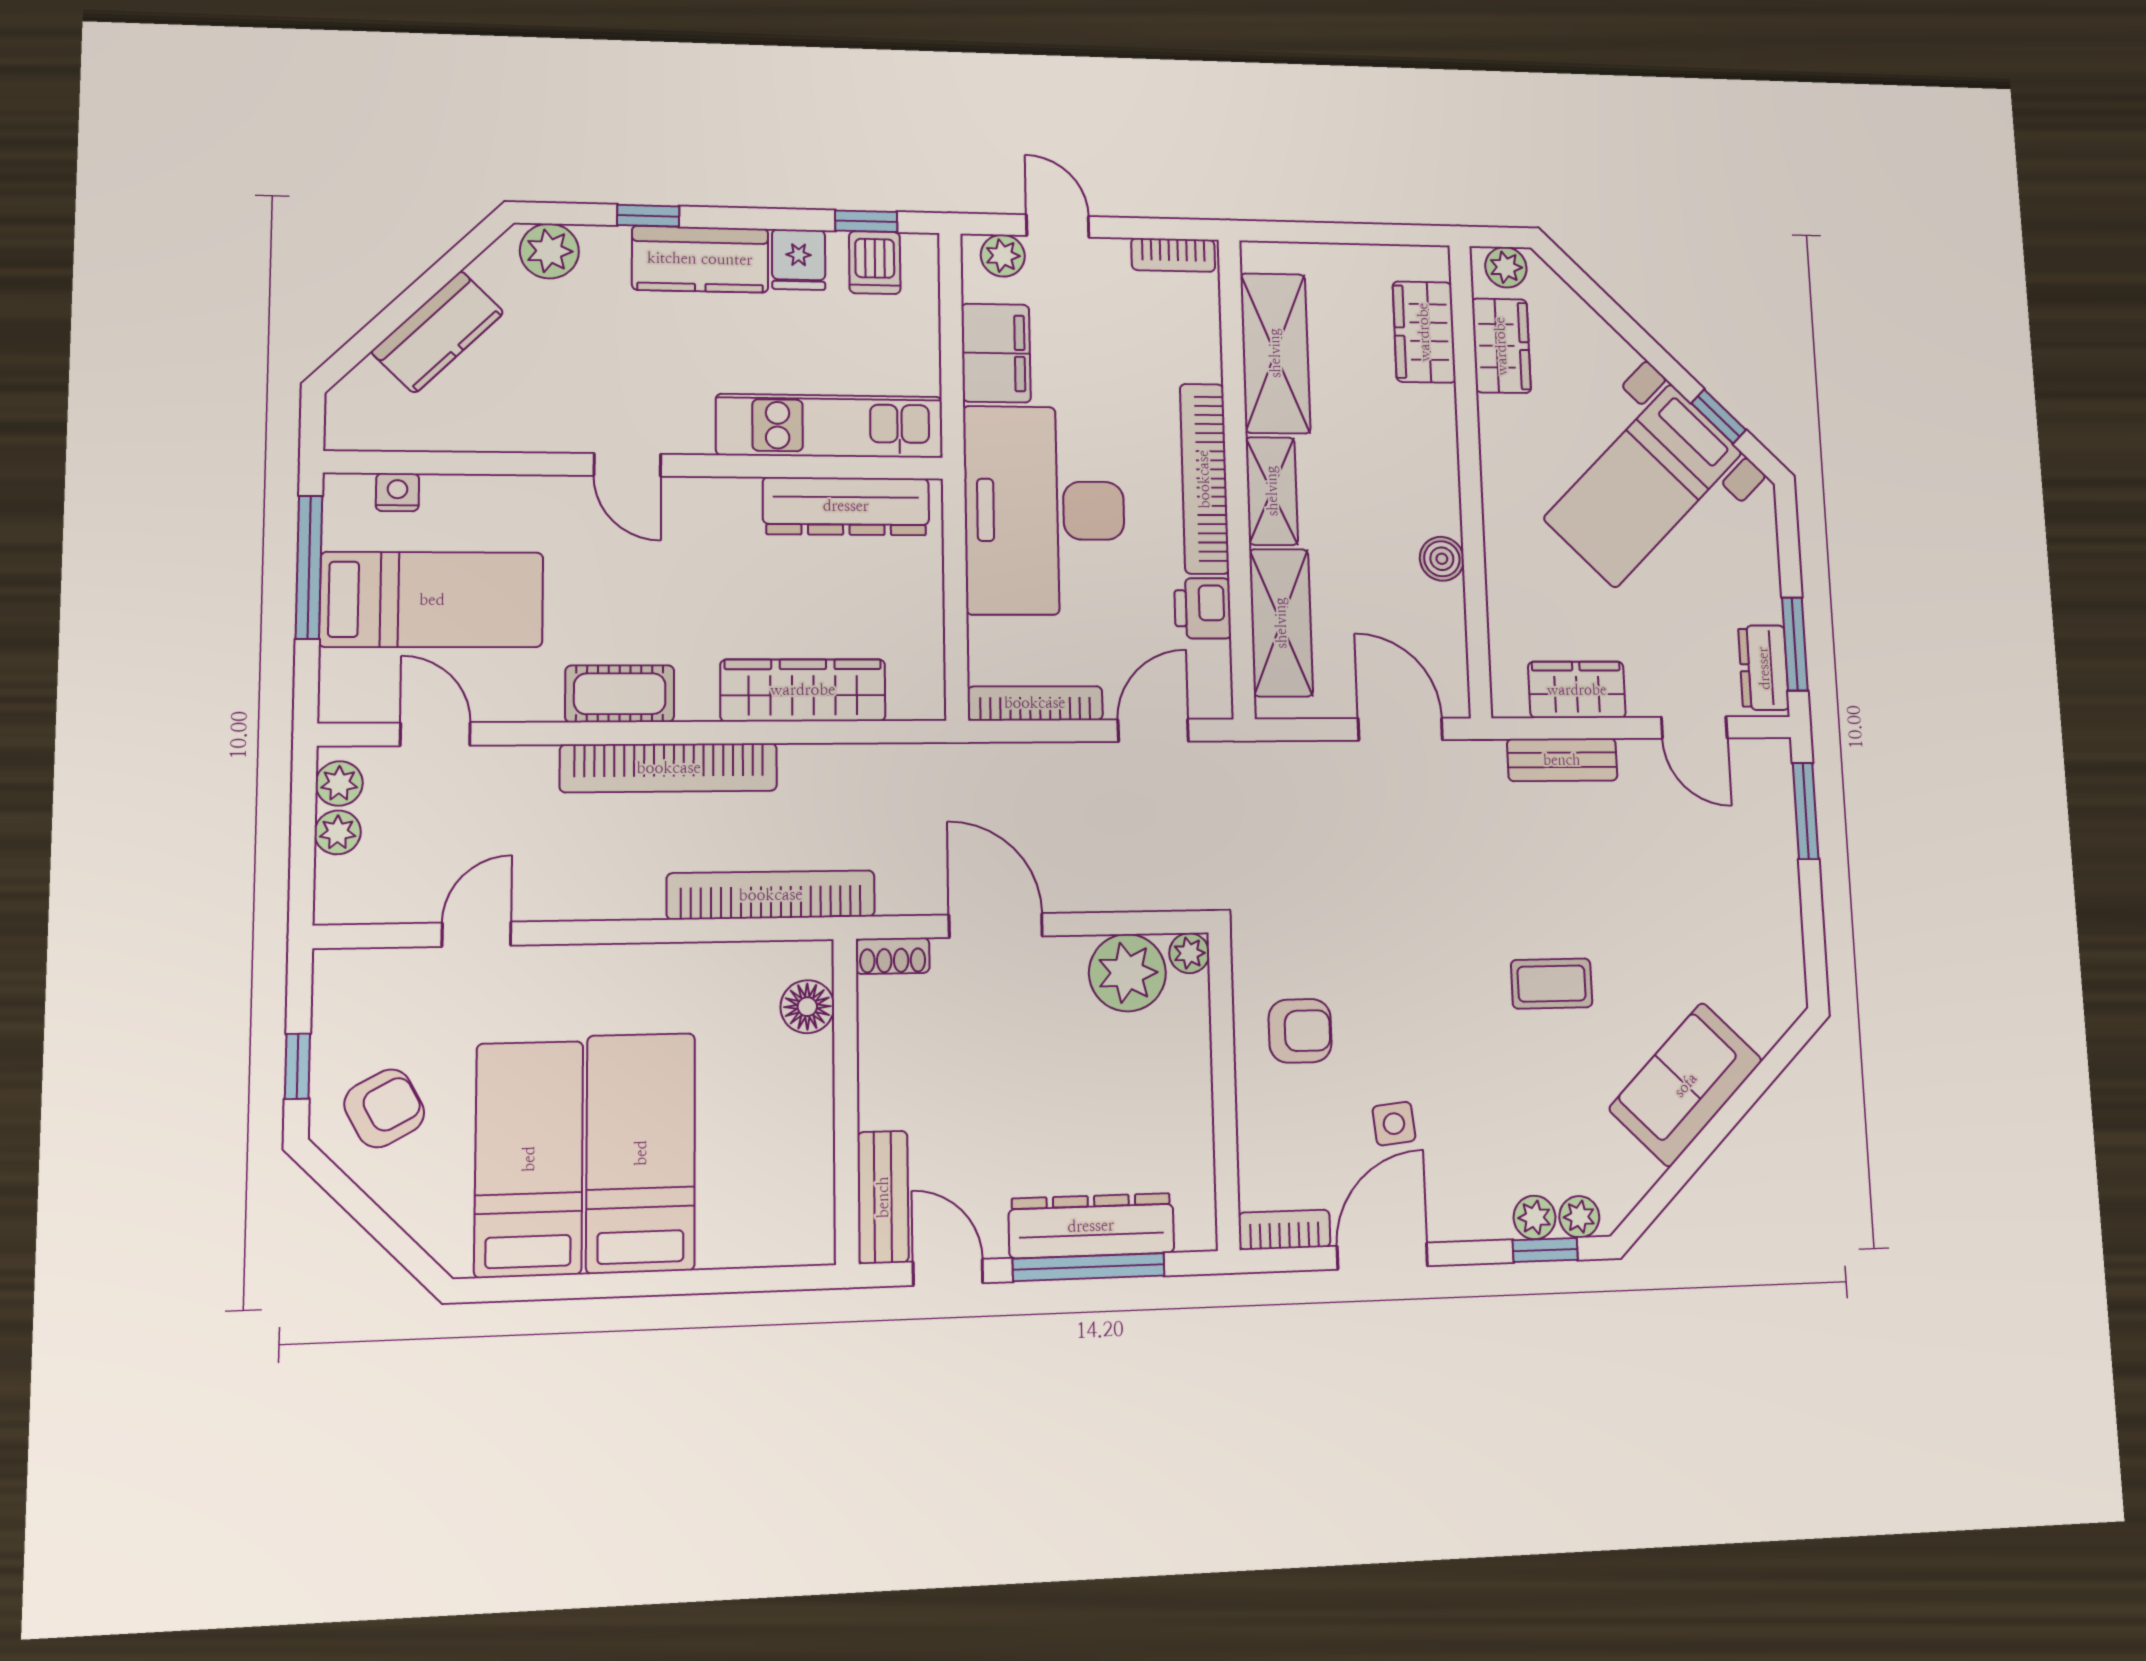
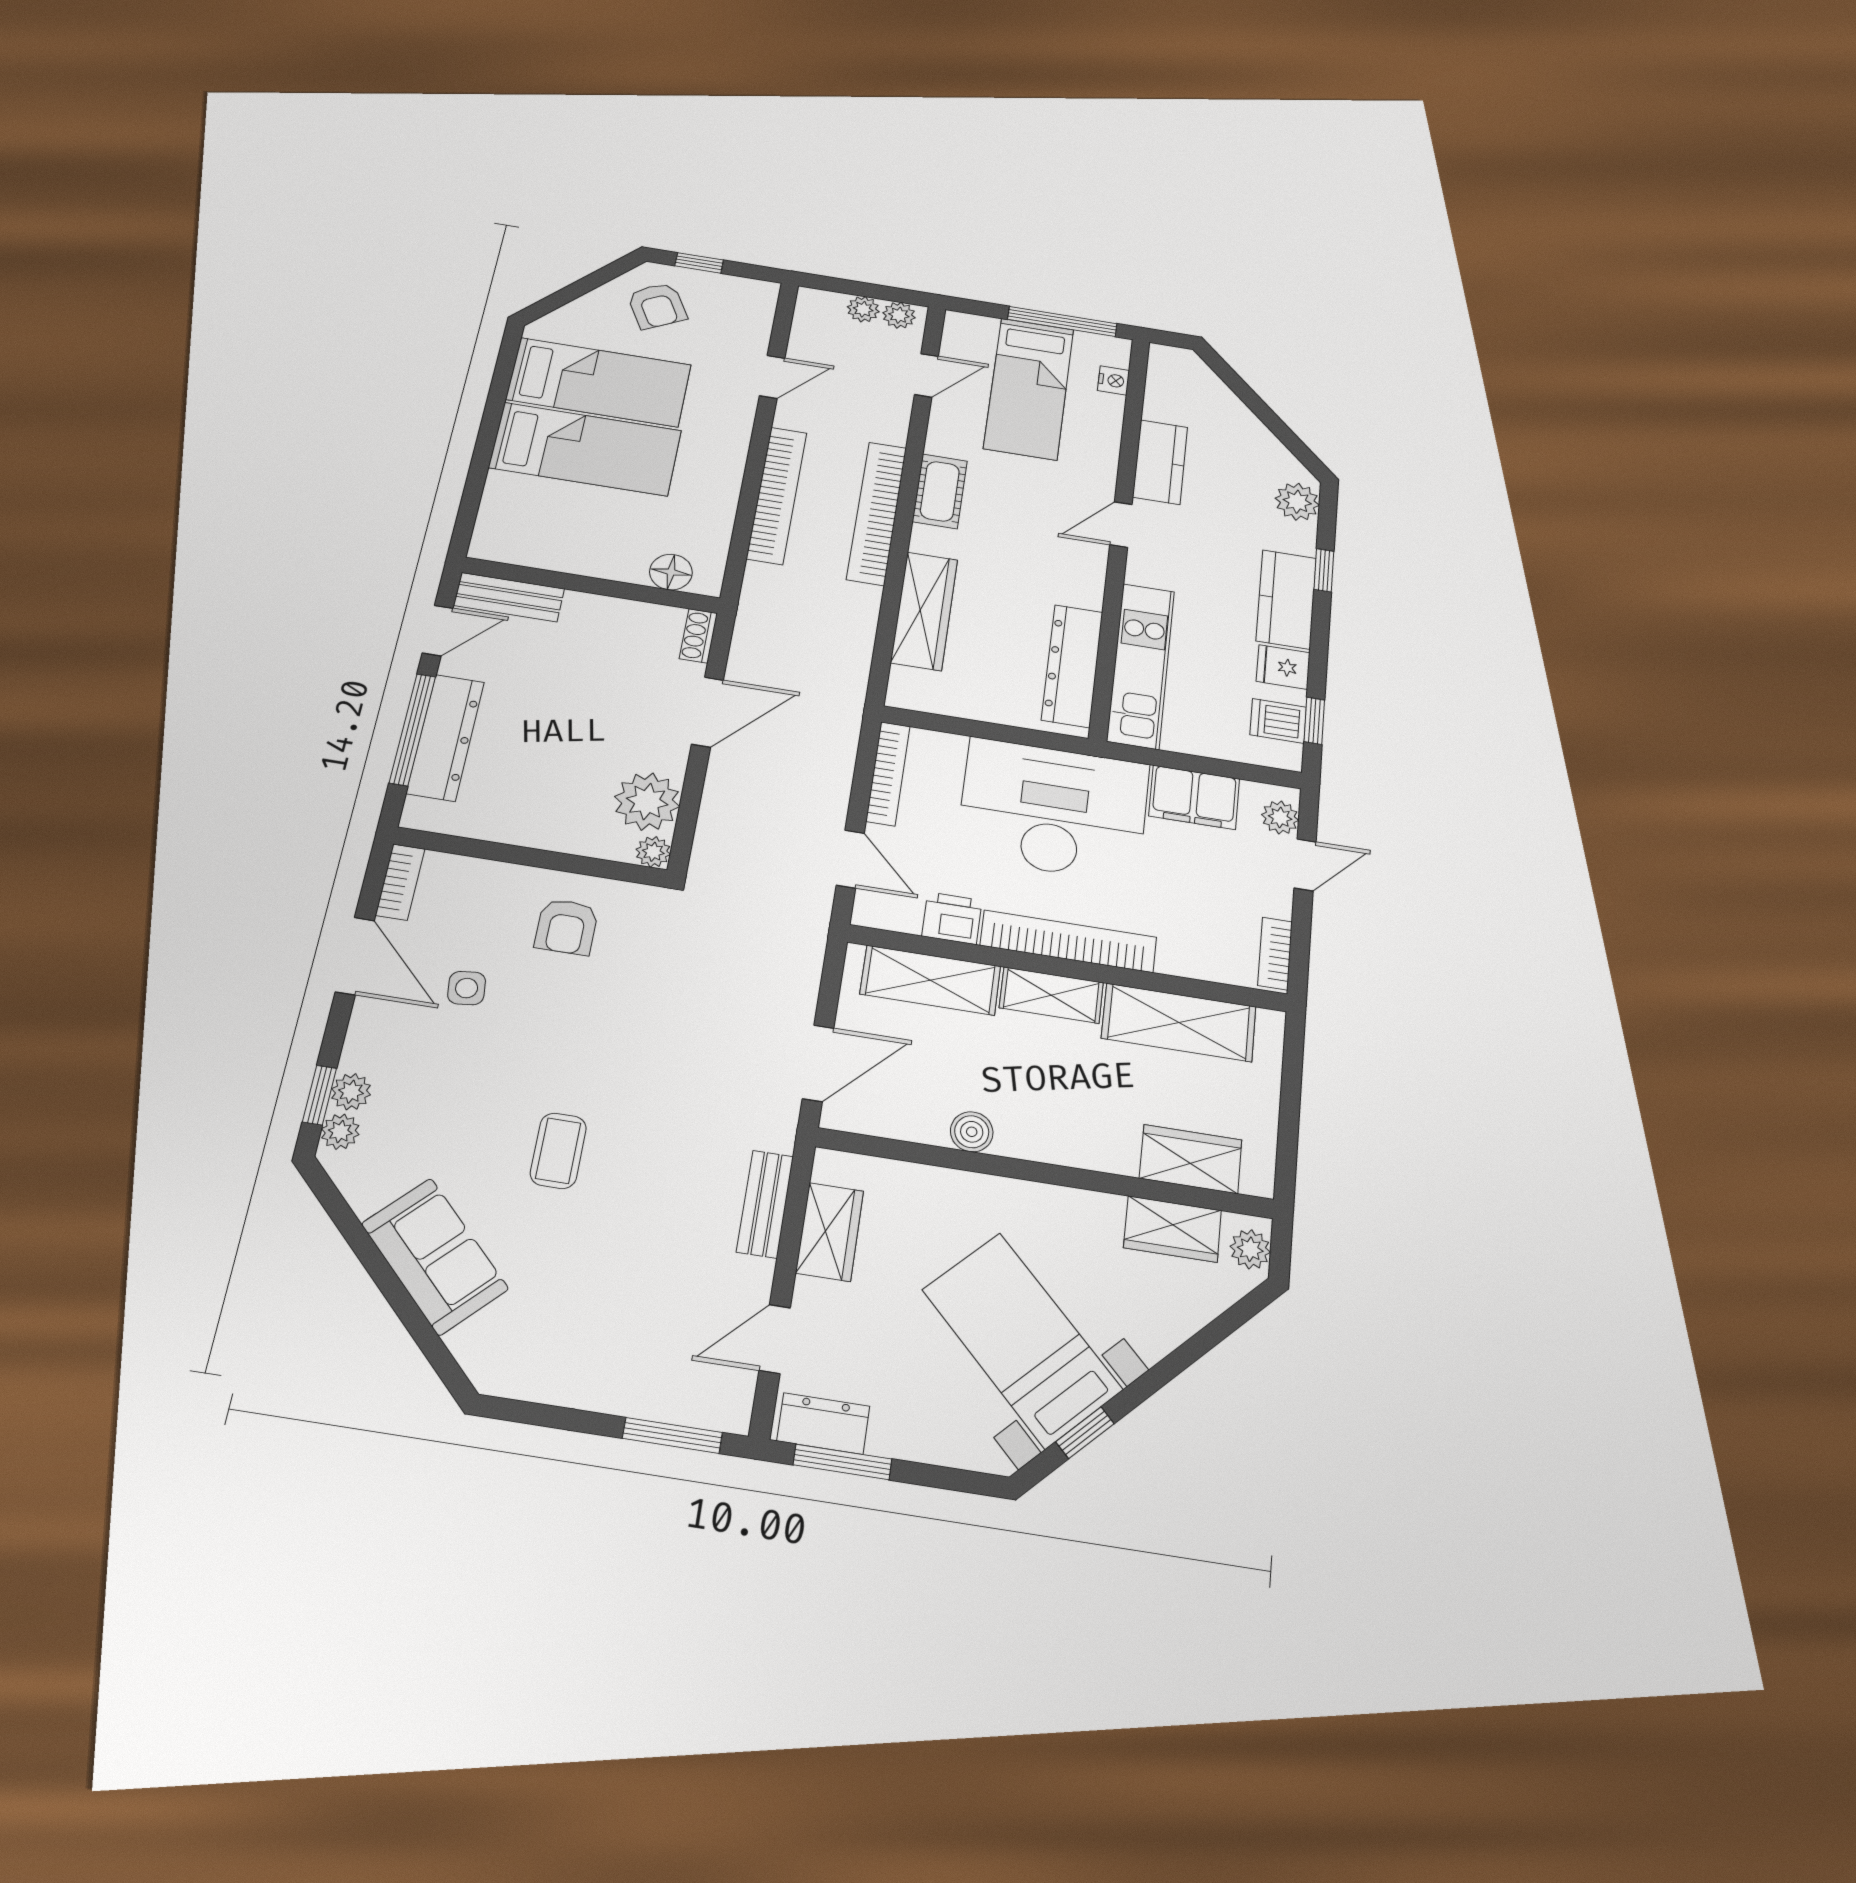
kitchen counter: (438, 332) -> (1160, 462), moved, turned -135
bookcase: (771, 895) -> (777, 495), moved
door: (477, 934) -> (772, 377), hinge flipped

